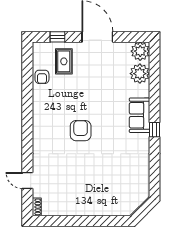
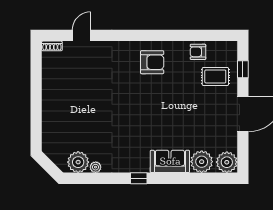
sofa: (140, 115) -> (170, 161), moved
armchair: (81, 131) -> (152, 62), moved
plant: (145, 168) -> (96, 167), added
plant: (140, 184) -> (78, 162), added

